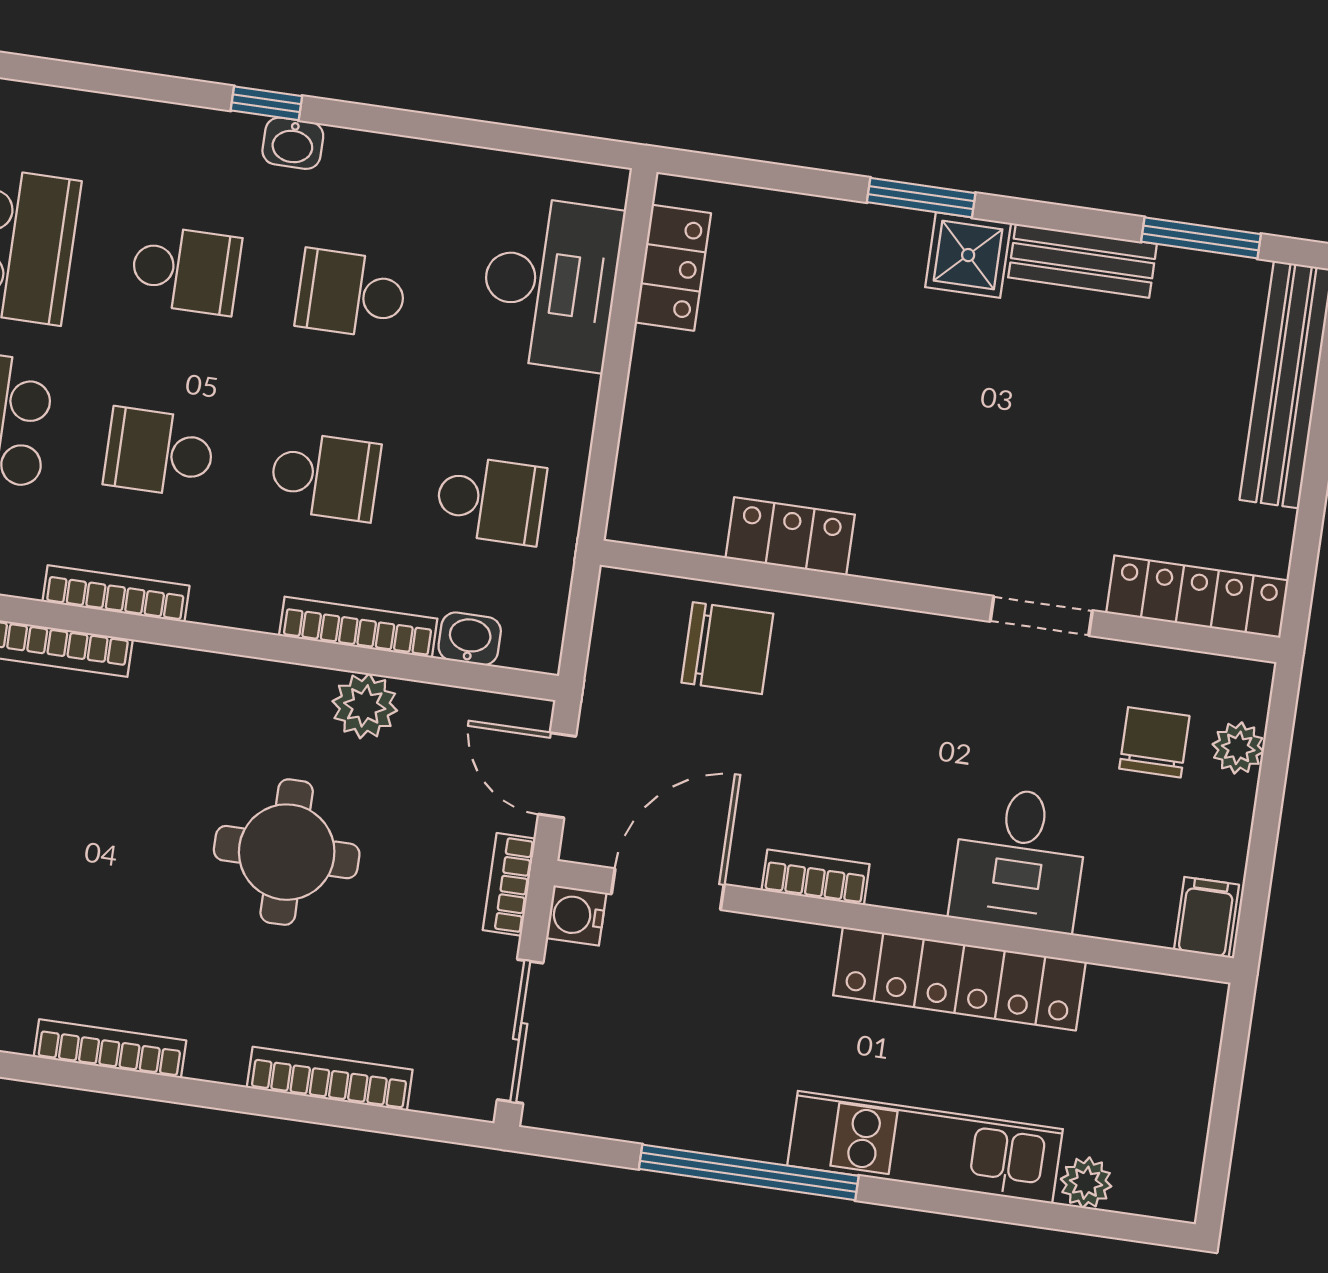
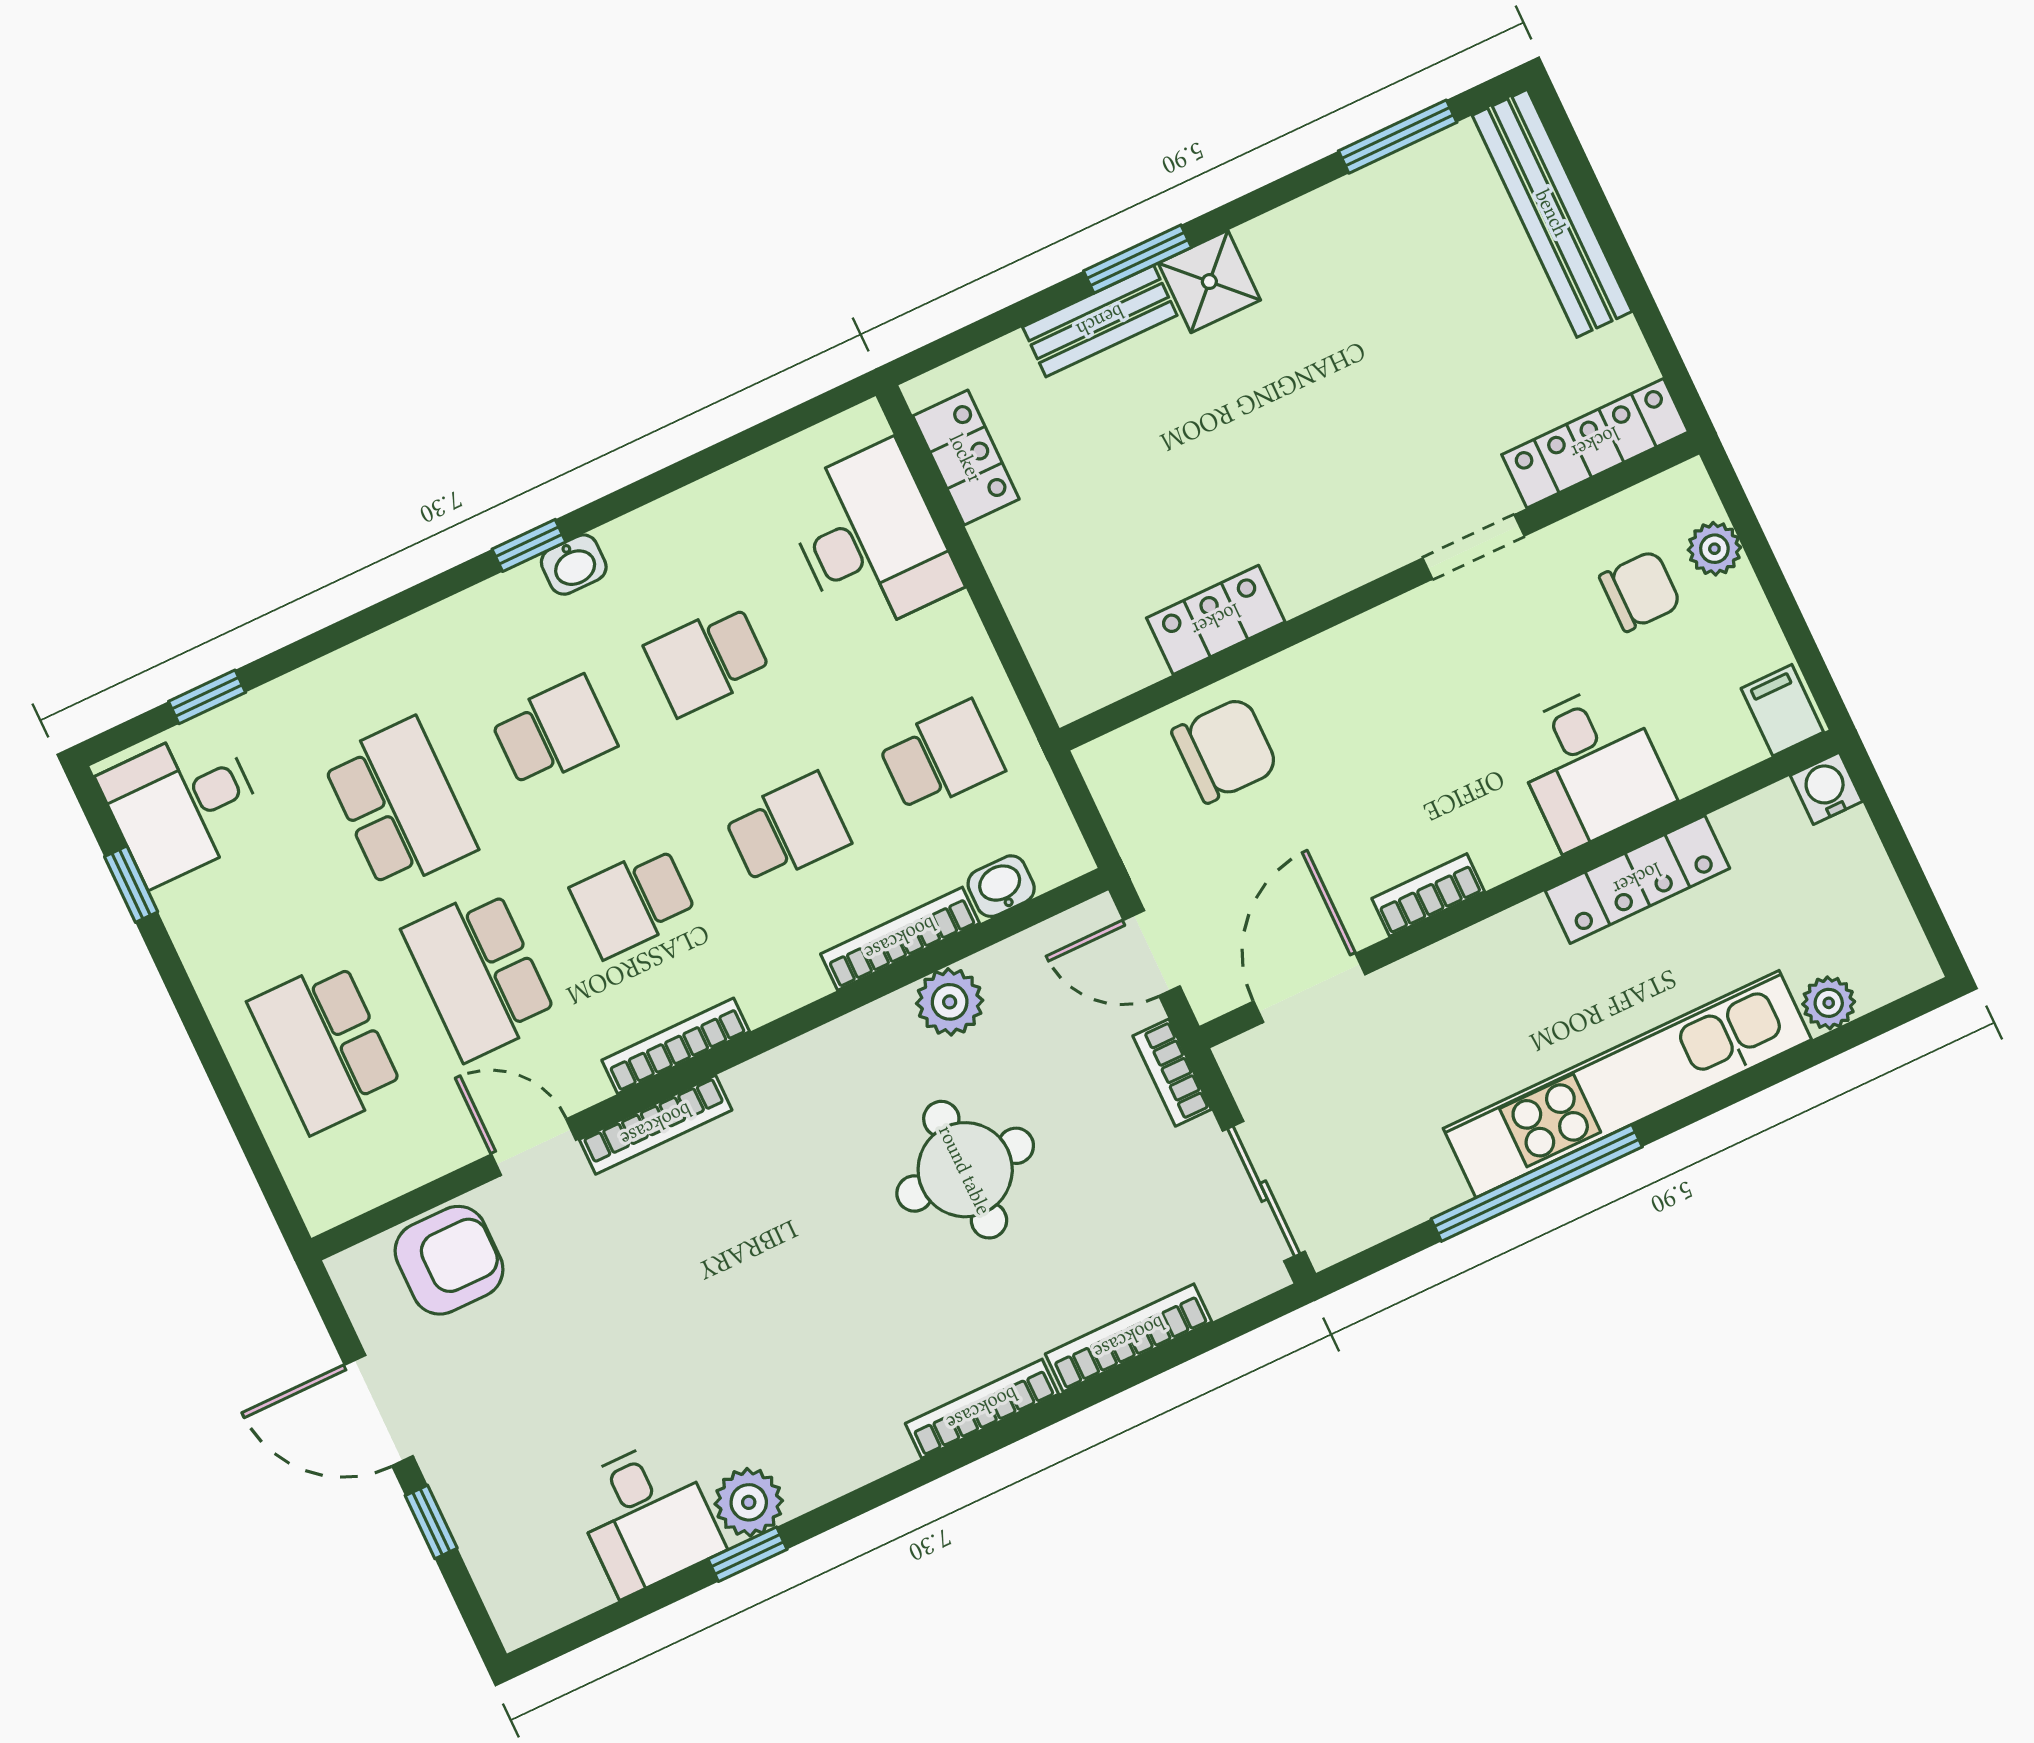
bench: (1083, 261) -> (1100, 321), moved
chair: (1154, 742) -> (1640, 591), turned 90
water cooler: (576, 915) -> (1826, 788), moved, turned 90
locker: (959, 979) -> (1637, 879), width x0.71, depth x0.83
bookcase: (110, 1049) -> (982, 1409), moved
kitchen unit: (925, 1147) -> (1627, 1084), width x1.36

